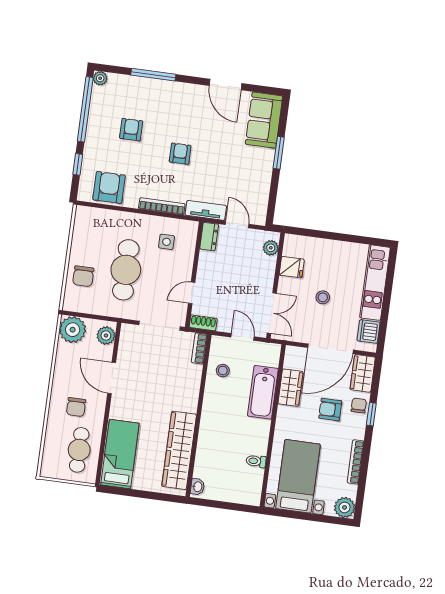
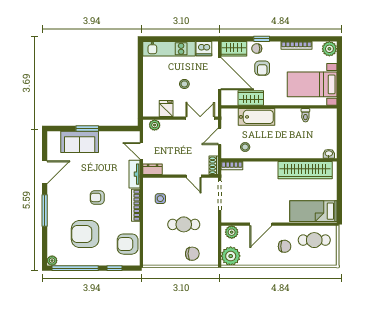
window: (153, 75) -> (45, 210), moved
sofa: (264, 120) -> (80, 142), moved
armchair: (131, 130) -> (85, 234), width x1.88, depth x1.88
door: (237, 224) -> (141, 151), hinge flipped
cafe table: (126, 270) -> (184, 224), width x0.73, depth x0.74

